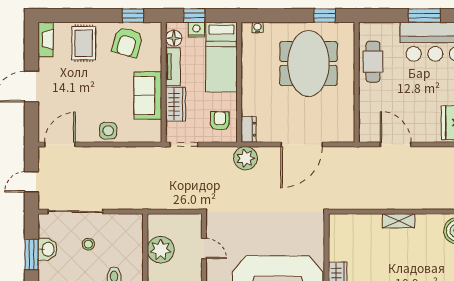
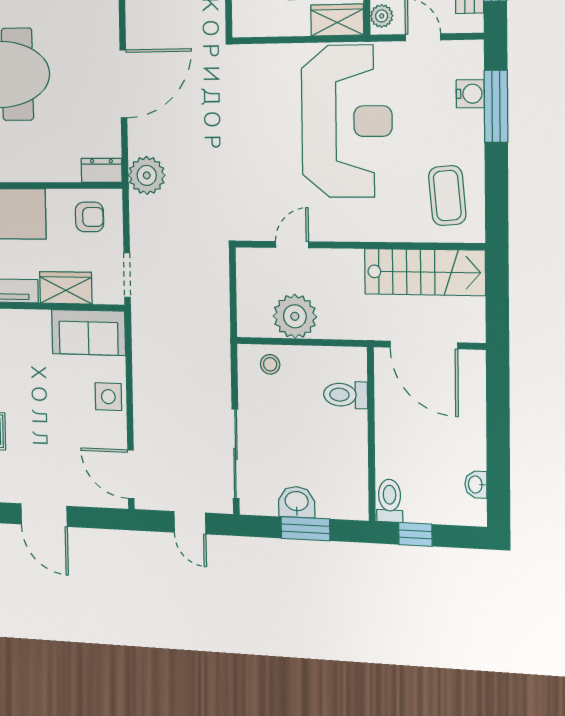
sofa: (148, 95) -> (88, 332), moved
armchair: (220, 121) -> (90, 217), turned 180
door: (302, 144) -> (123, 84), hinge flipped
stool: (88, 244) -> (270, 364), moved

